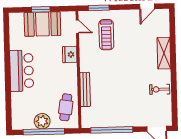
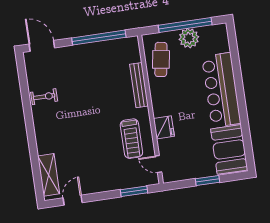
booth: (42, 24) -> (229, 149), moved, turned 90
treadmill: (106, 35) -> (131, 139), moved, turned 180
shelving: (164, 53) -> (49, 175), moved
bar counter: (22, 71) -> (221, 90), width x1.36

